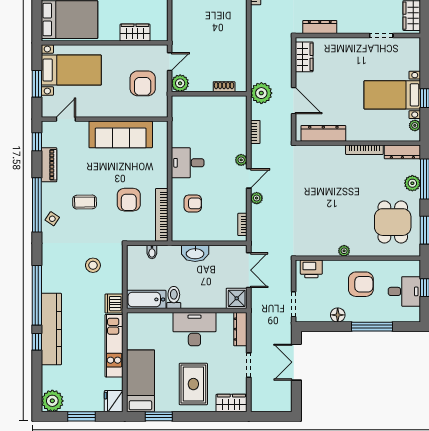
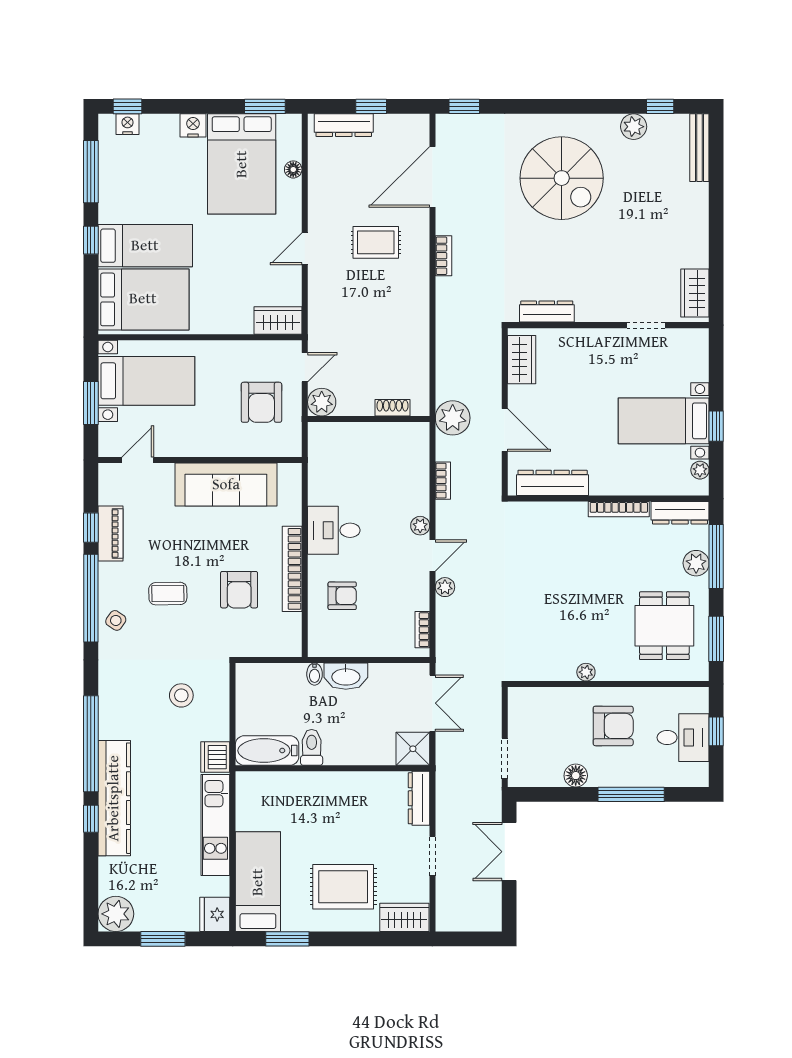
wardrobe: (135, 33) -> (278, 320), moved
window: (37, 142) -> (91, 528), moved
bookcase: (162, 215) -> (292, 569), moved
bidet: (152, 252) -> (315, 674), moved
printer: (311, 269) -> (533, 701), removed
desk: (194, 329) -> (345, 798), removed
rug: (193, 384) -> (343, 887), turned 90

